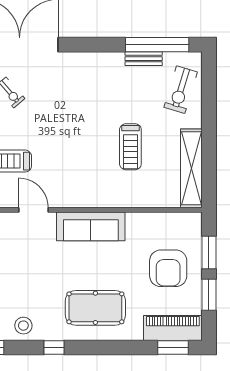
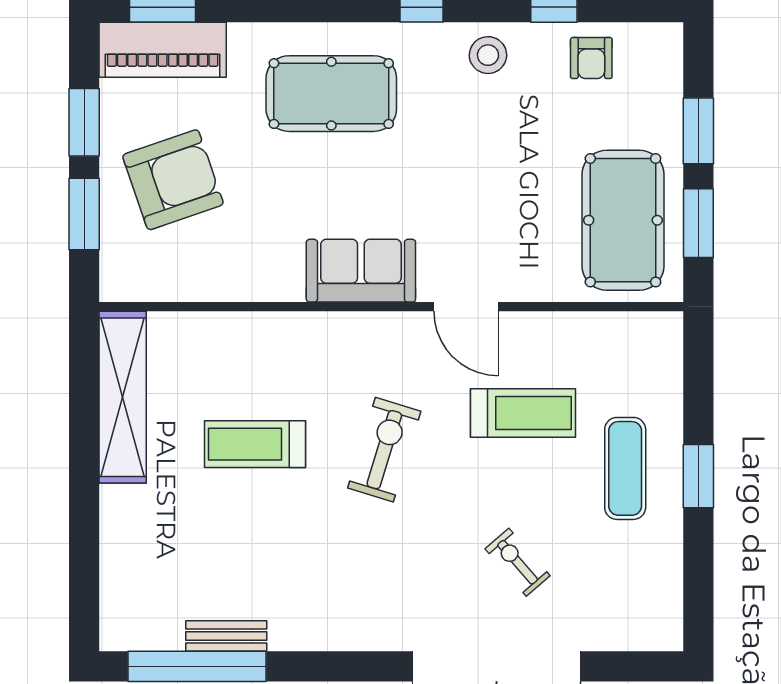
exercise bike: (181, 90) -> (384, 450), moved
treadmill: (130, 147) -> (255, 444), turned -90
sofa: (91, 226) -> (361, 271), width x0.73
armchair: (168, 268) -> (173, 180), turned 71

